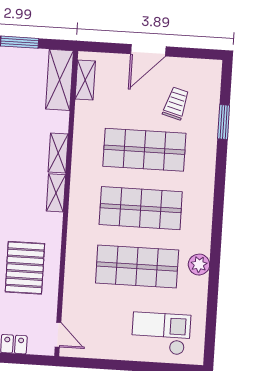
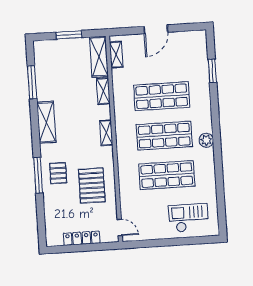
trolley: (176, 103) -> (179, 62), removed
shelving: (58, 153) -> (103, 91), moved
plant: (199, 265) -> (206, 140), moved

